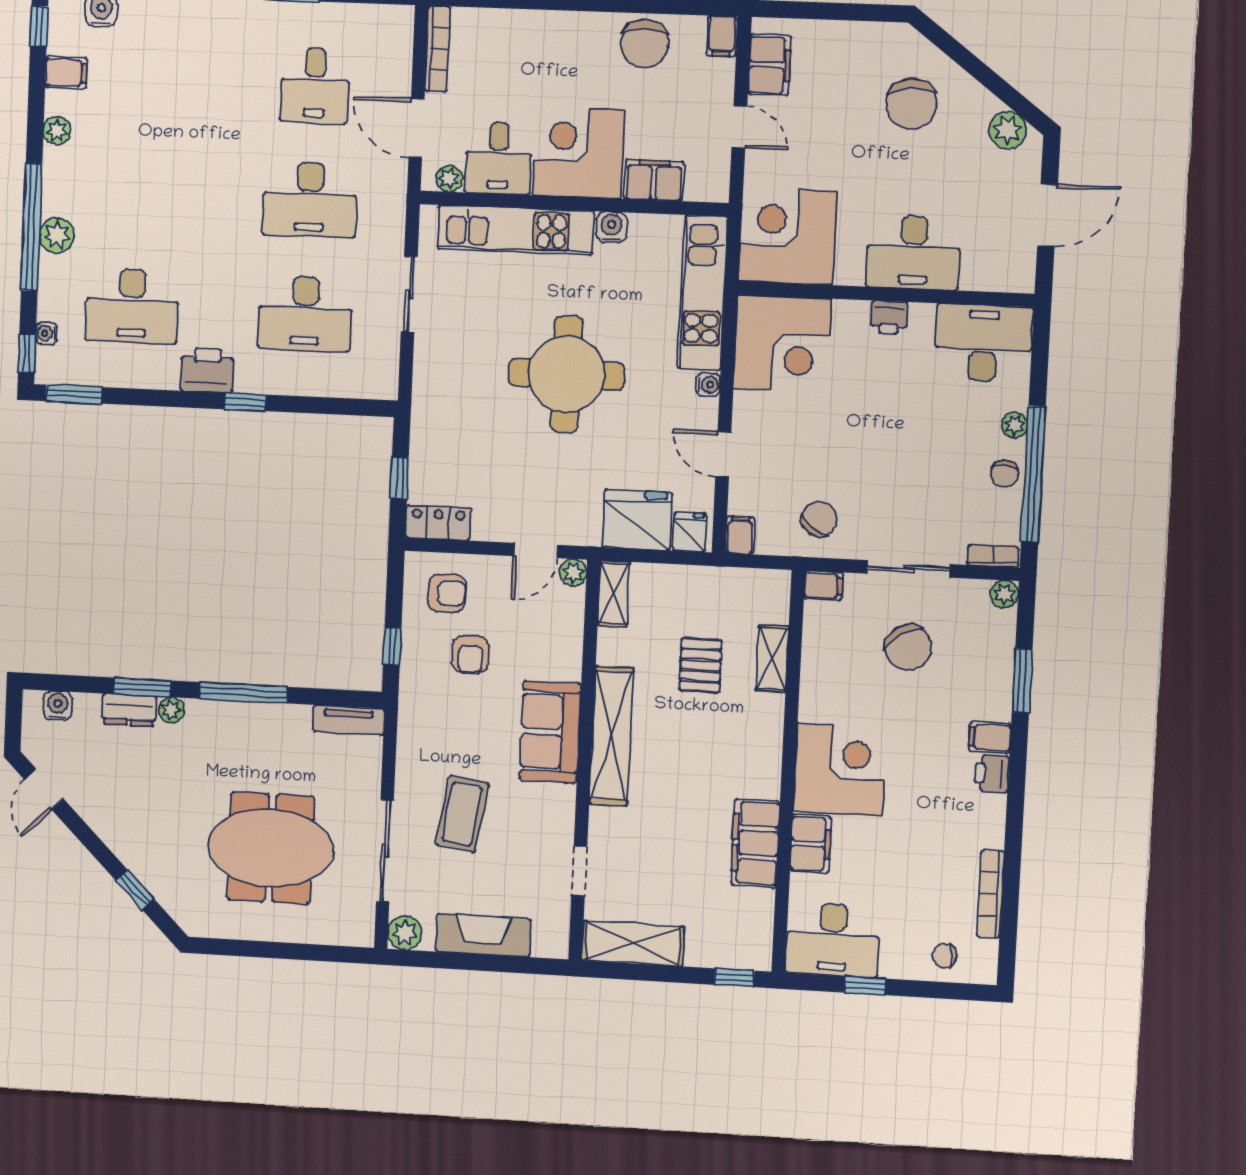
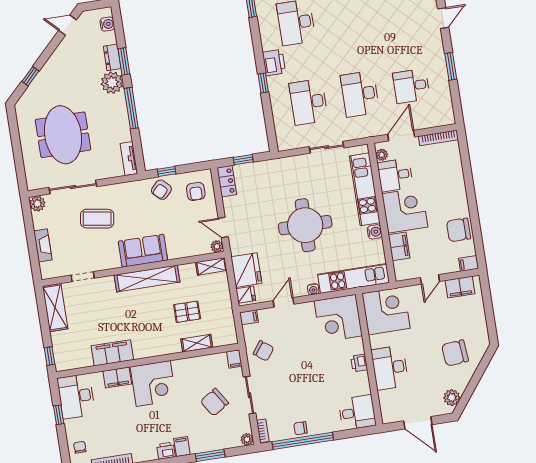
desk: (983, 343) -> (357, 412), width x0.73
plant: (1015, 425) -> (323, 428), removed
armchair: (470, 654) -> (161, 190), moved, turned -46
plant: (171, 710) -> (112, 83), width x1.88, depth x1.88
fireplace: (483, 935) -> (43, 245), width x0.73, depth x0.76

